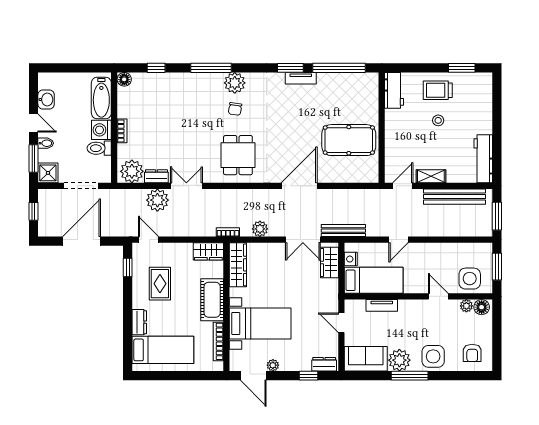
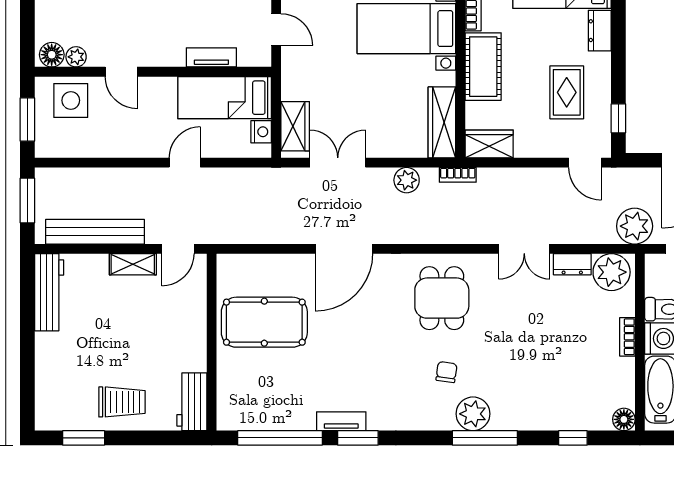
plant: (235, 83) -> (473, 414), moved
stool: (438, 120) -> (121, 354), removed
plant: (157, 200) -> (635, 226), moved
bench: (343, 231) -> (273, 177), removed

